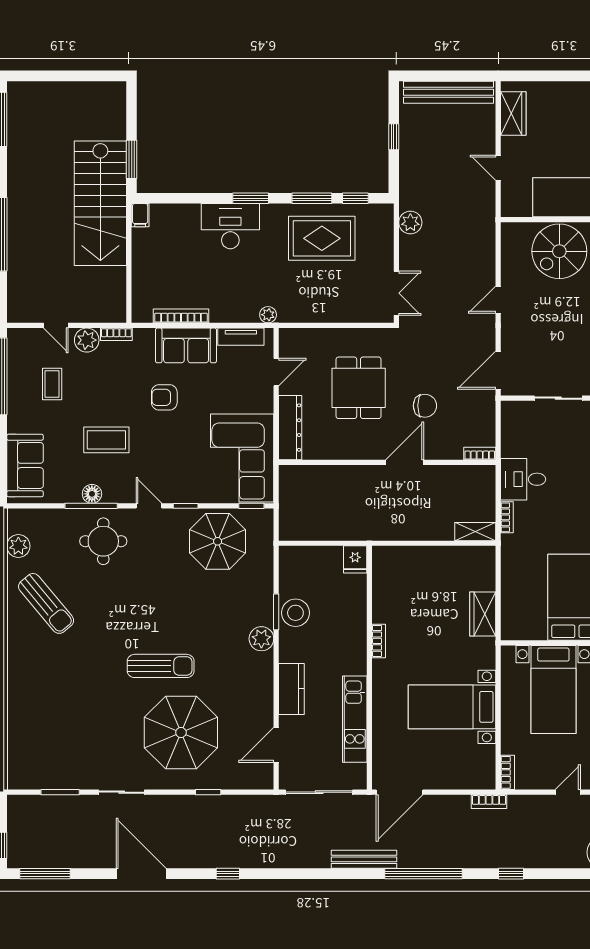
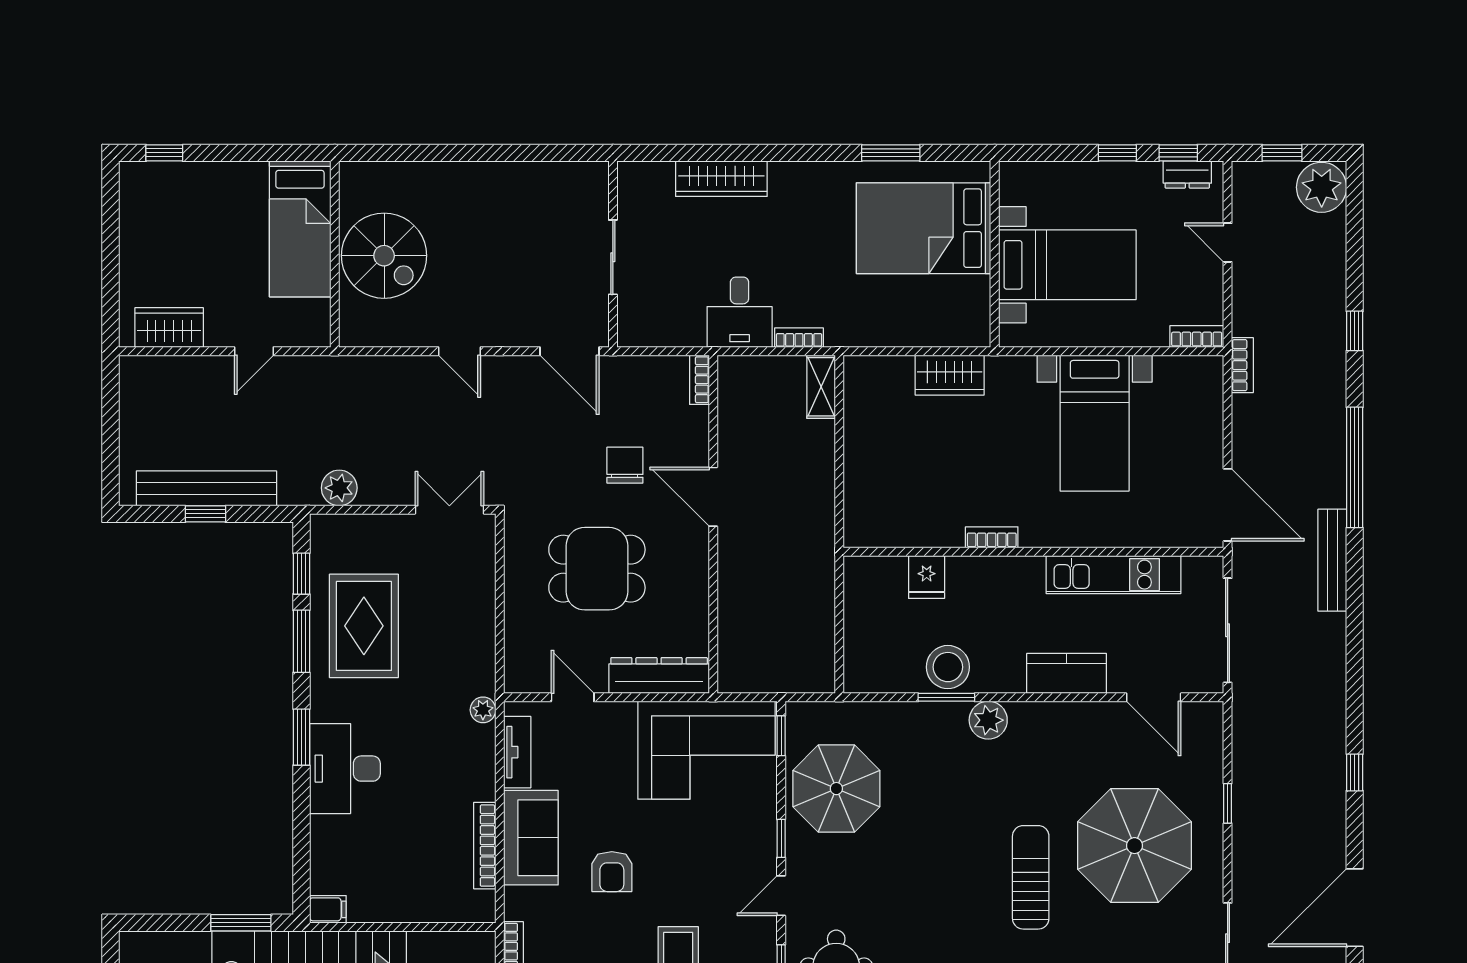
bench: (448, 92) -> (206, 488), moved, turned 90
fridge: (355, 559) -> (927, 577), moved, turned 90

